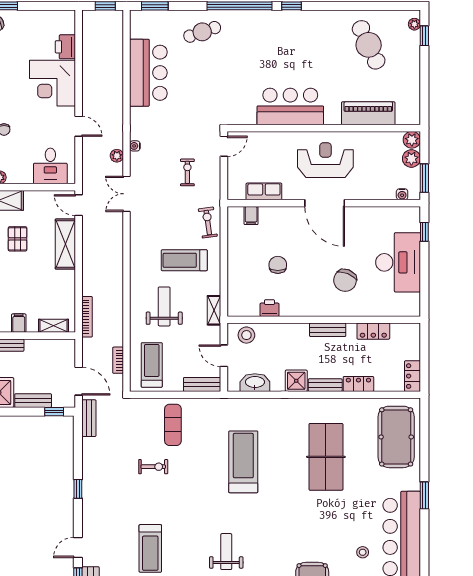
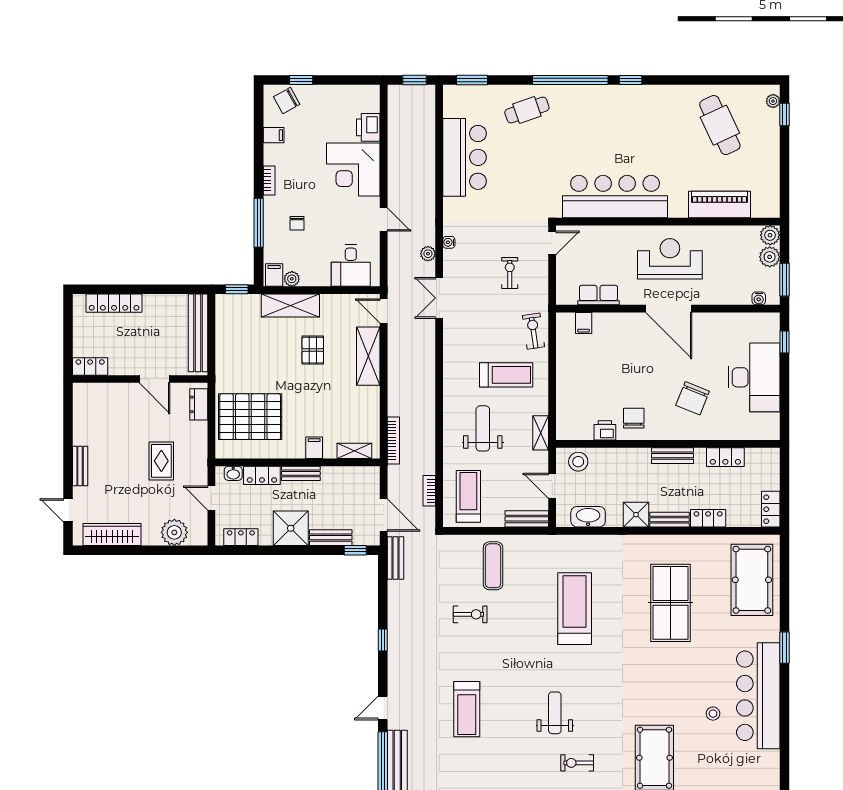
bar counter: (290, 107) -> (615, 197), width x1.36
treadmill: (184, 260) -> (506, 375), turned 180
chair: (278, 265) -> (634, 418), moved

